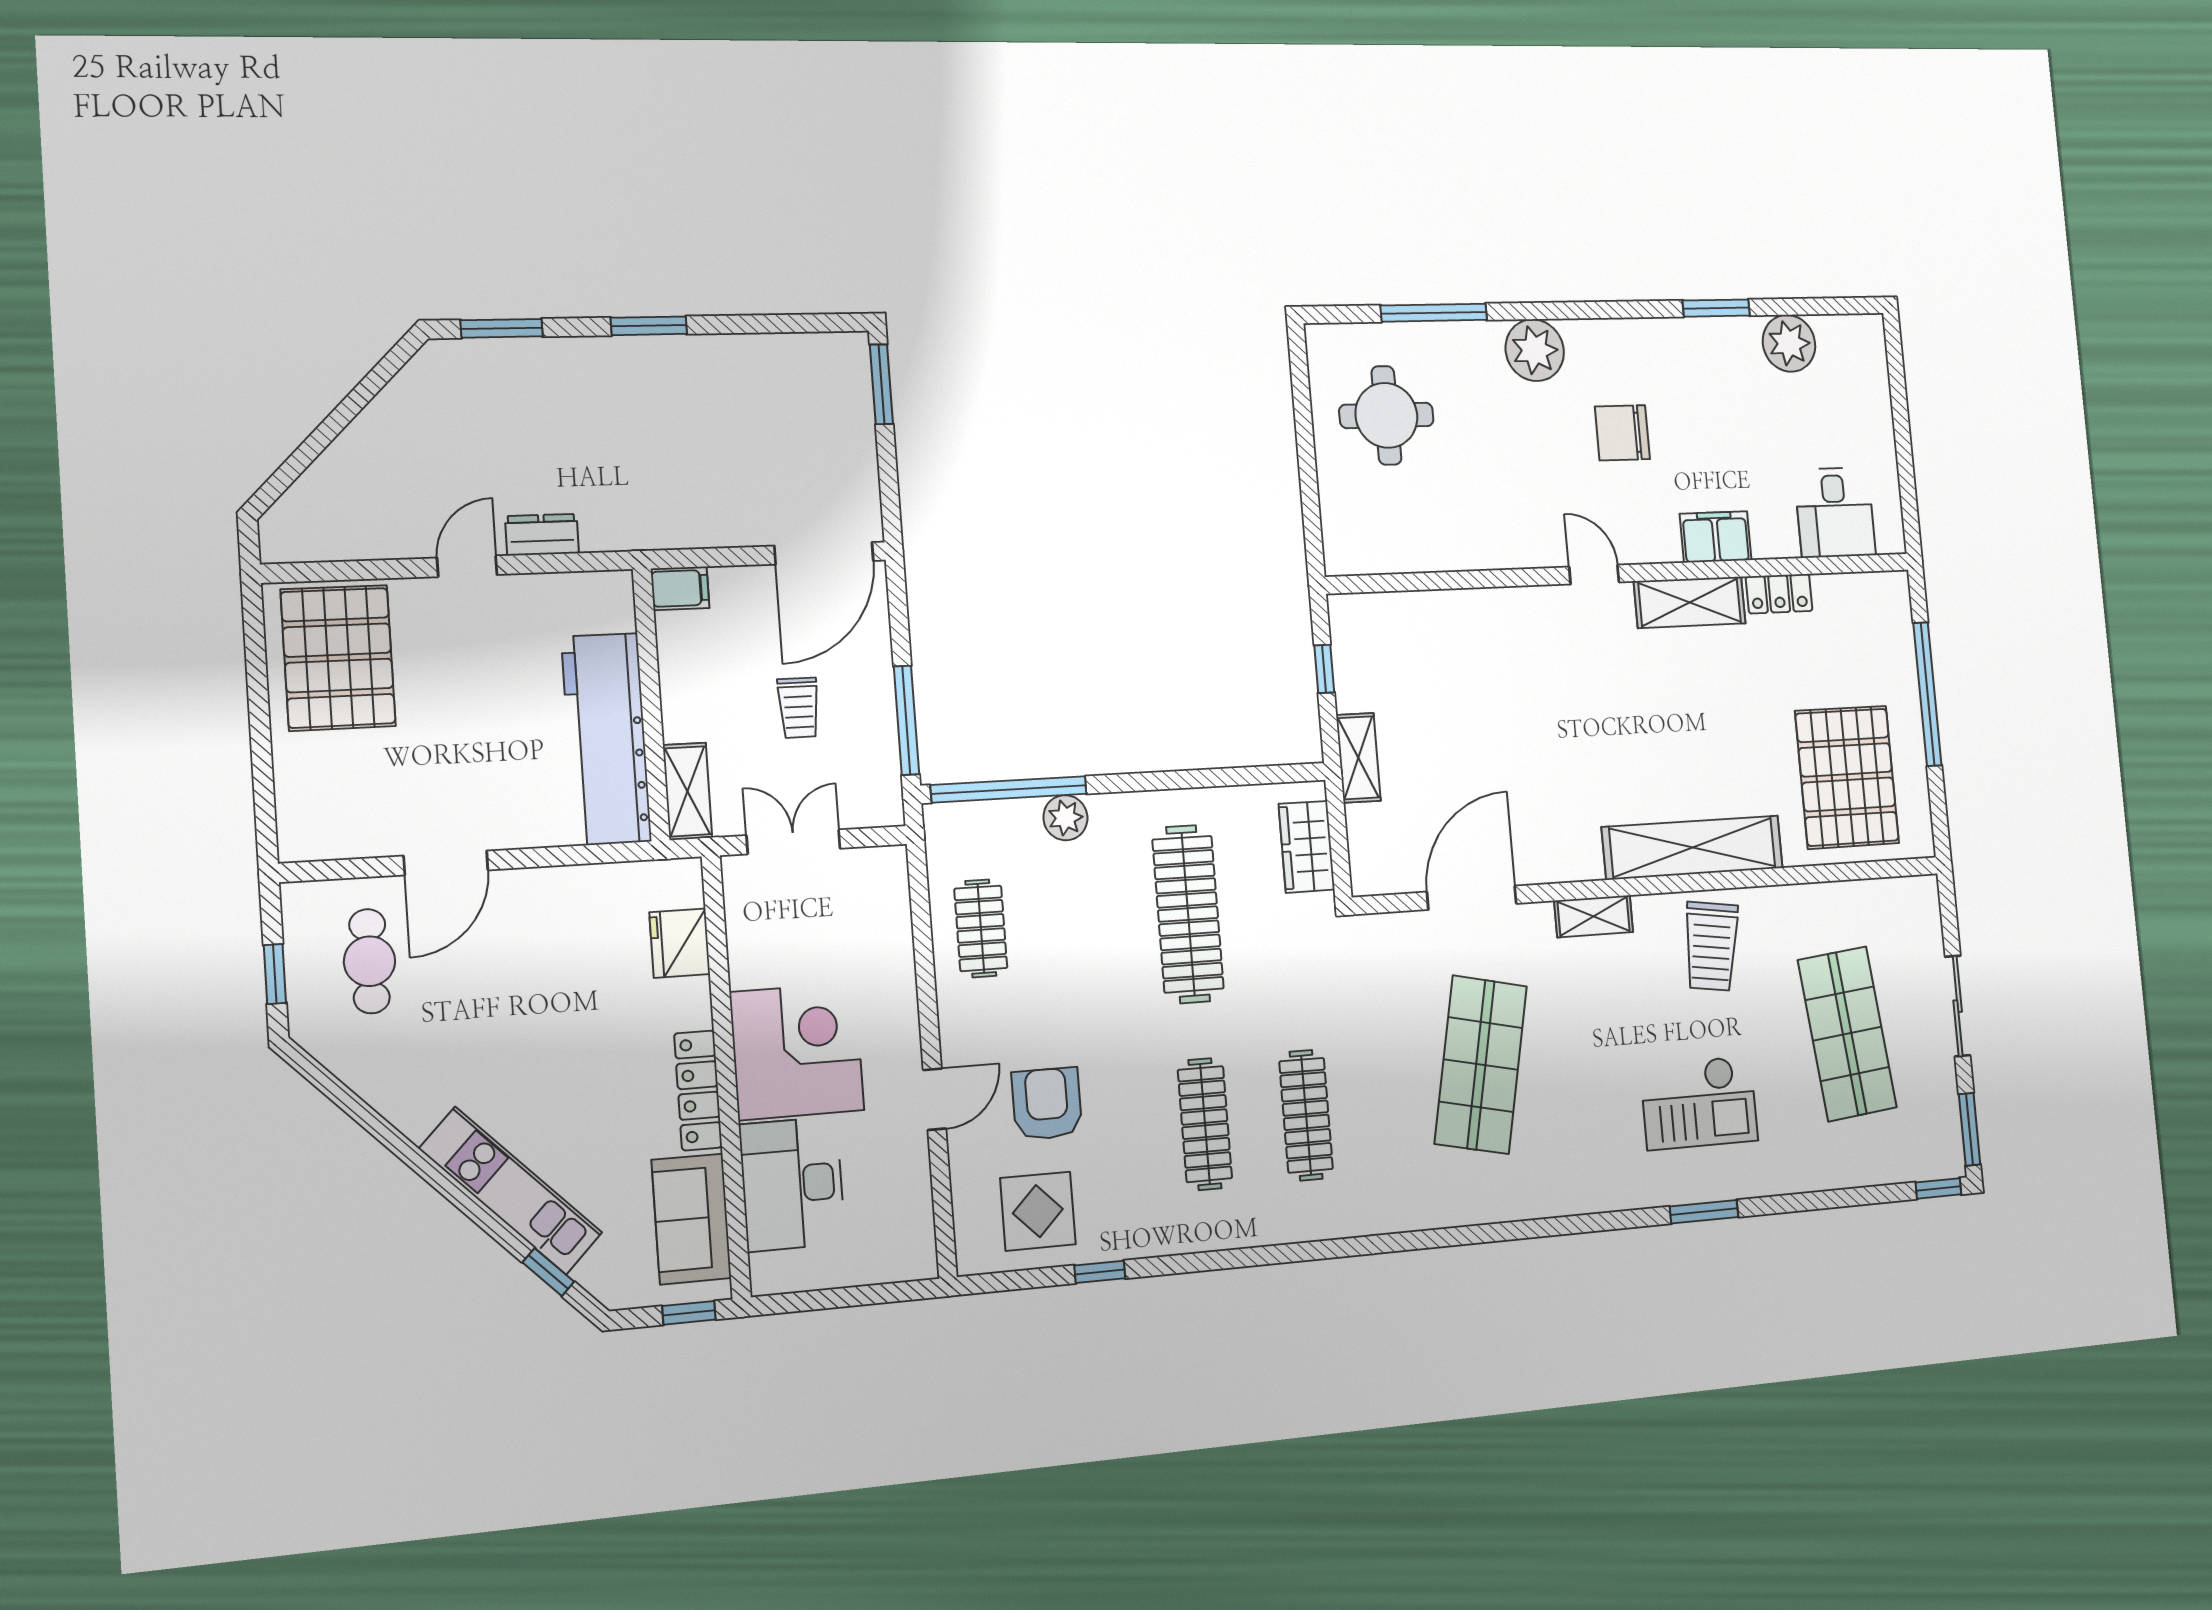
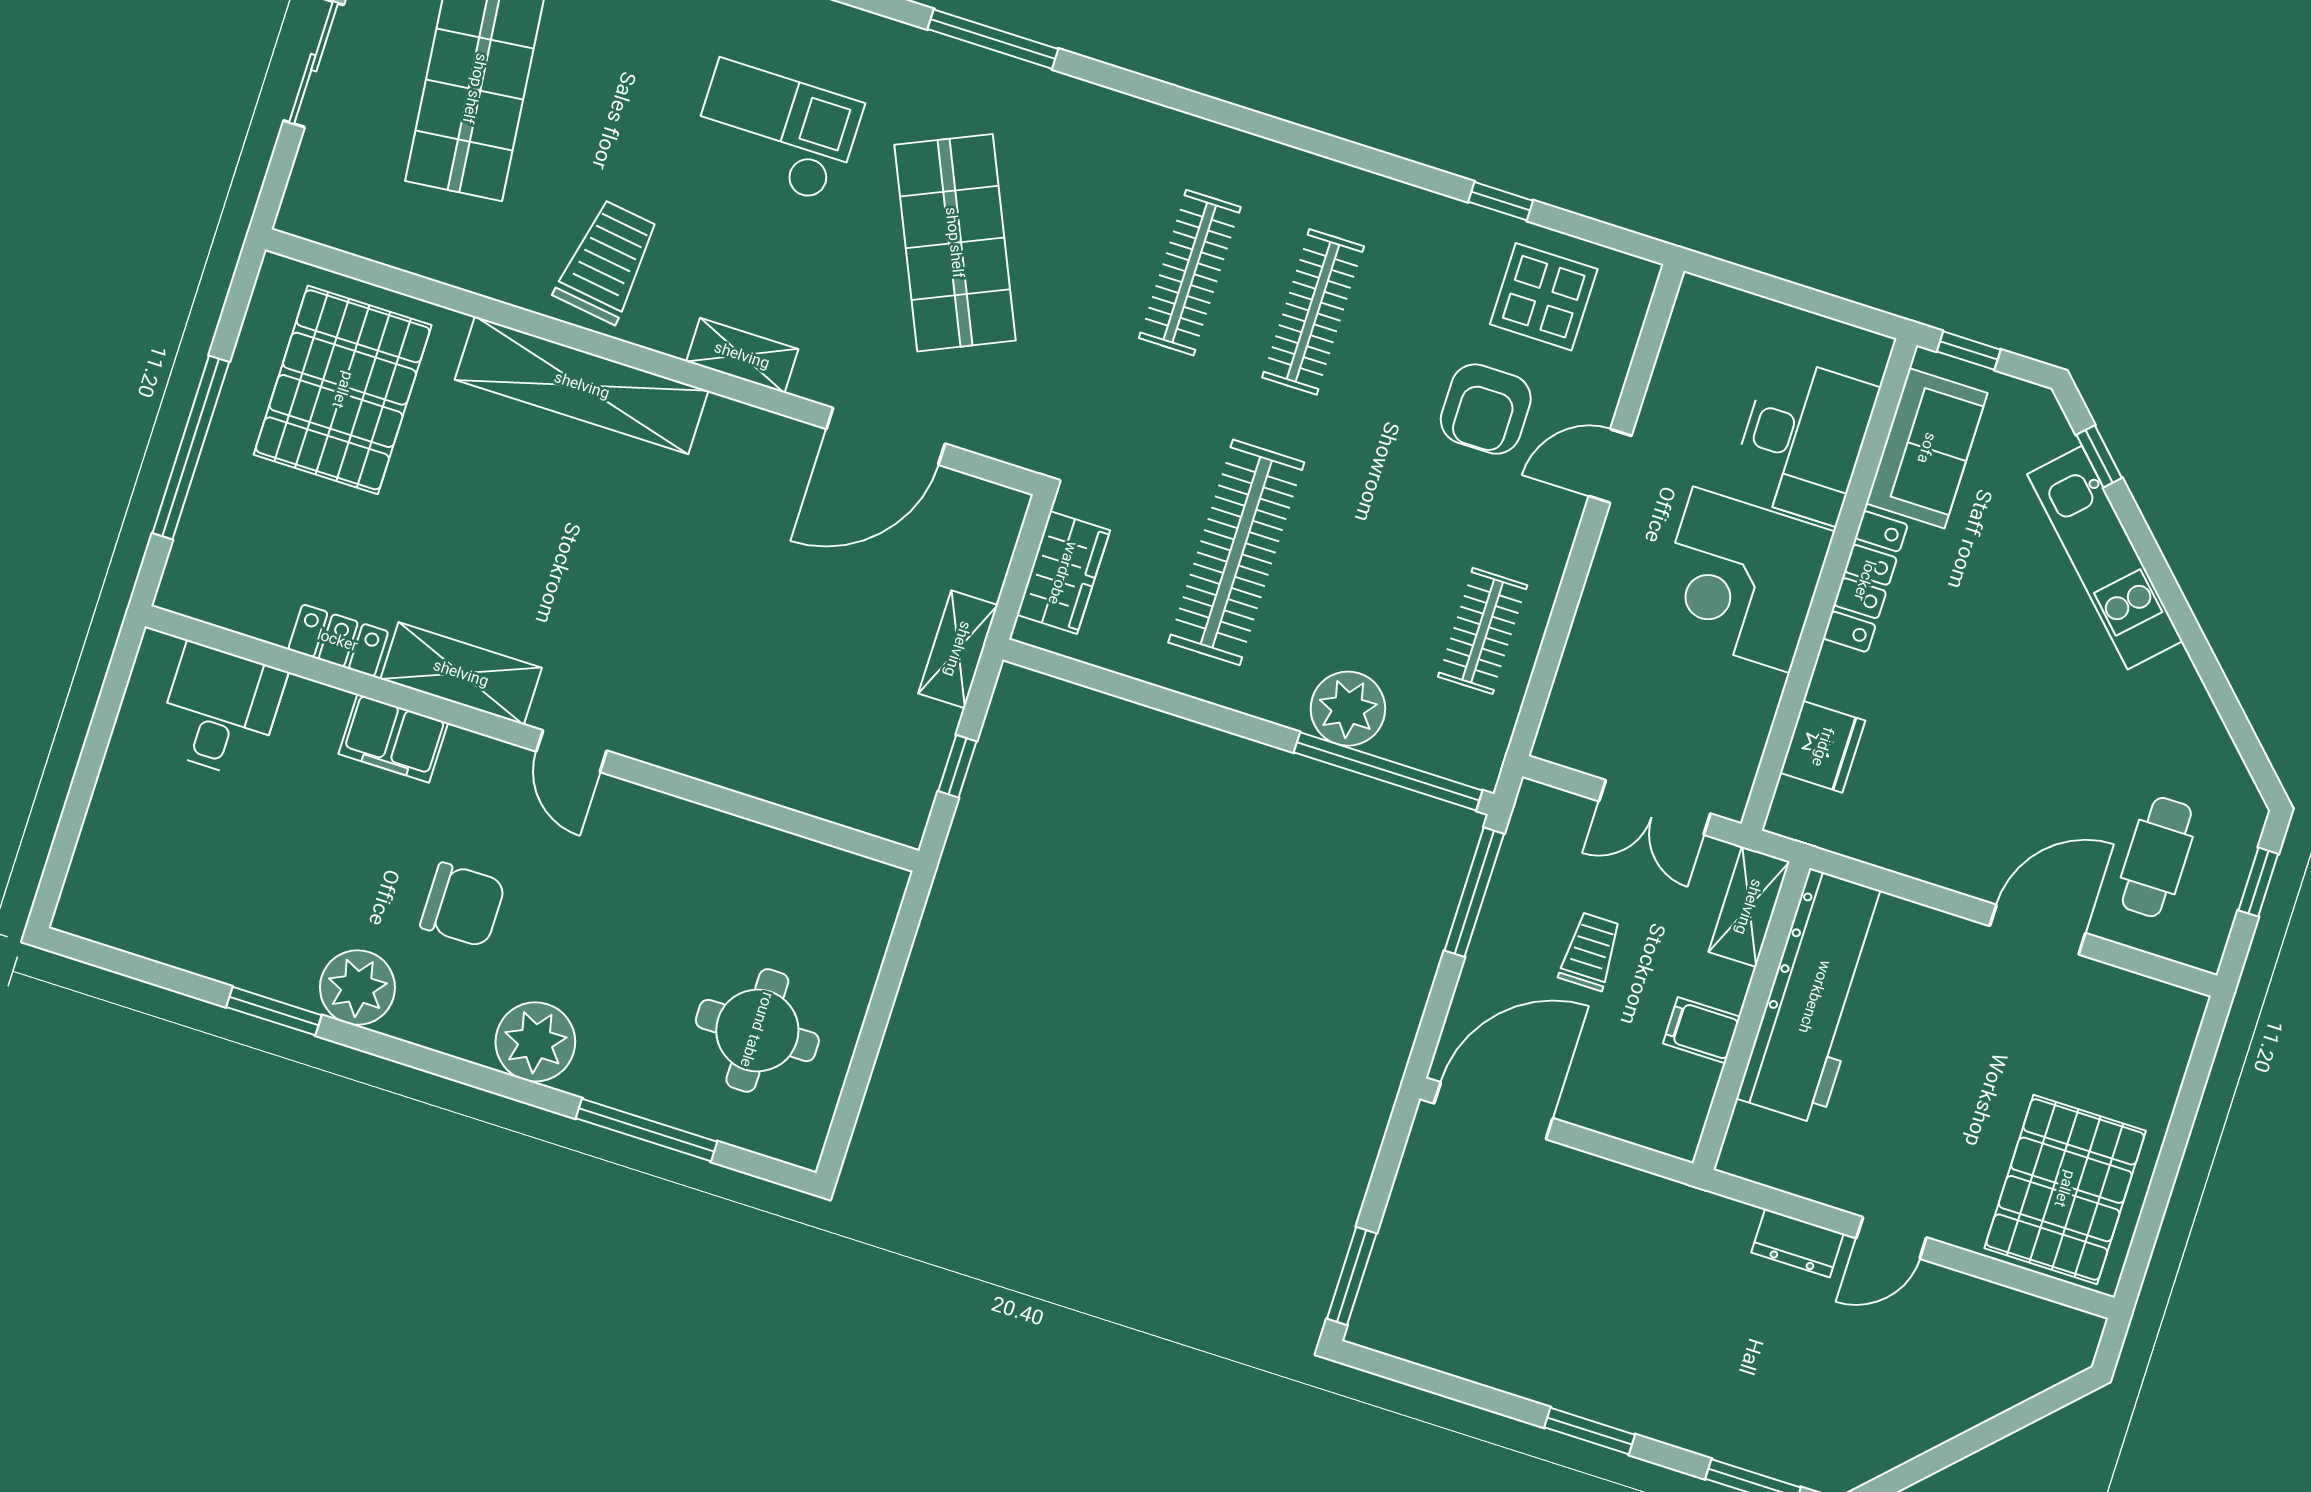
plant: (1789, 343) -> (357, 988), moved
filing cabinet: (680, 588) -> (1702, 1030), moved
plant: (1065, 818) -> (1348, 709), width x1.36, depth x1.36
shop shelf: (1481, 1065) -> (955, 243), turned -36
checkout: (1699, 1103) -> (776, 131), moved
window: (1515, 1231) -> (993, 39), added

